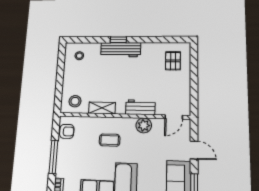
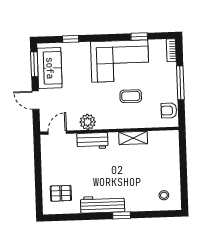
workbench: (121, 50) -> (102, 204), moved
pallet: (173, 61) -> (61, 193), turned 90
stool: (75, 101) -> (163, 144), removed
coffee table: (110, 140) -> (131, 96), moved

